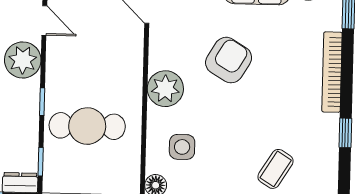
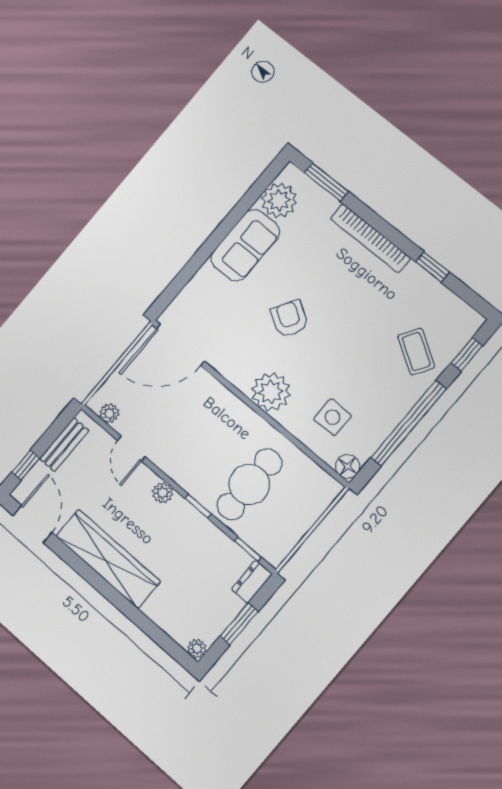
door: (44, 21) -> (131, 449), swing flipped
plant: (23, 60) -> (162, 493), width x0.53, depth x0.53
armchair: (229, 60) -> (290, 319), width x0.72, depth x0.72

